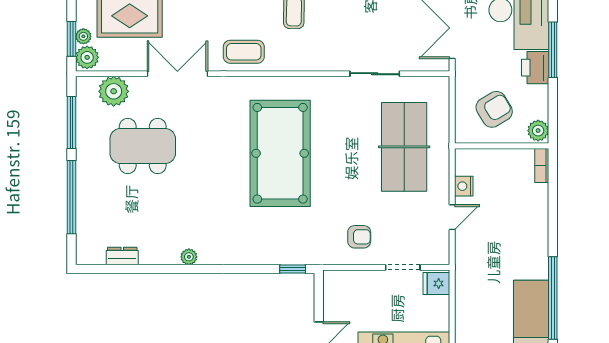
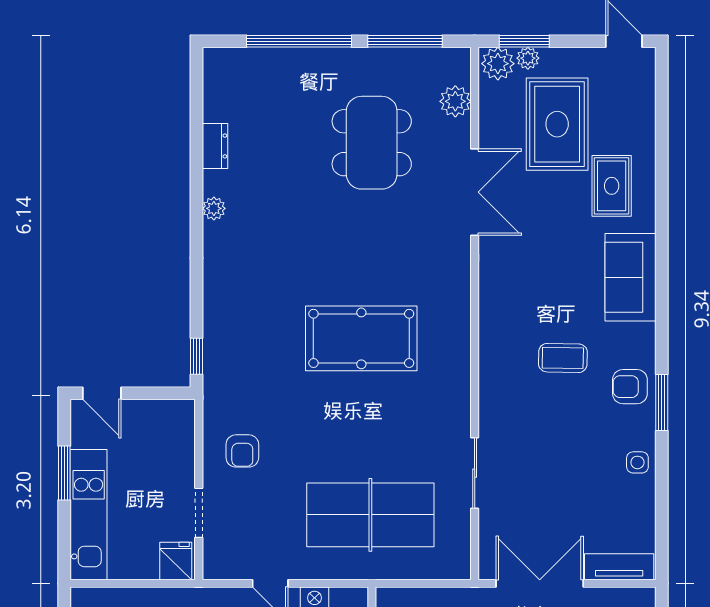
coffee table: (244, 52) -> (506, 287), removed
plant: (114, 91) -> (455, 101), width x0.73, depth x0.73
pool table: (280, 153) -> (361, 338), width x0.73, depth x0.76
dresser: (122, 256) -> (215, 146), moved

